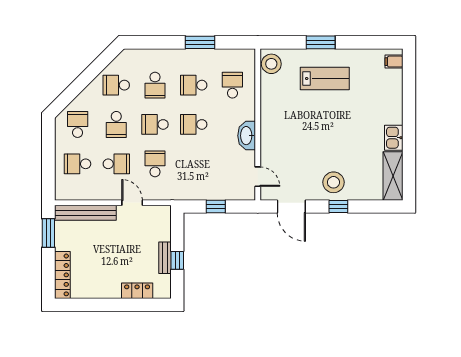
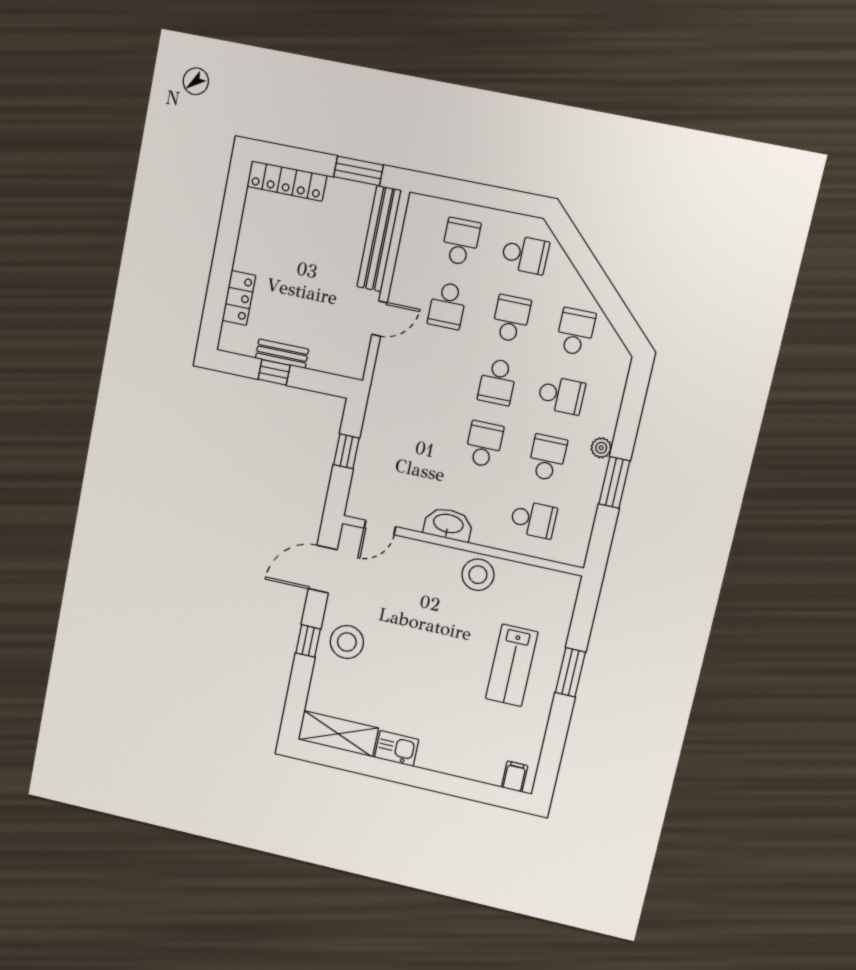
plant: (181, 55) -> (601, 448), added
stool: (271, 64) -> (478, 575), moved
school desk: (155, 85) -> (561, 395), turned 180
school desk: (116, 124) -> (511, 319), turned 90
school desk: (155, 124) -> (497, 382), turned 180
school desk: (155, 164) -> (434, 369), removed

